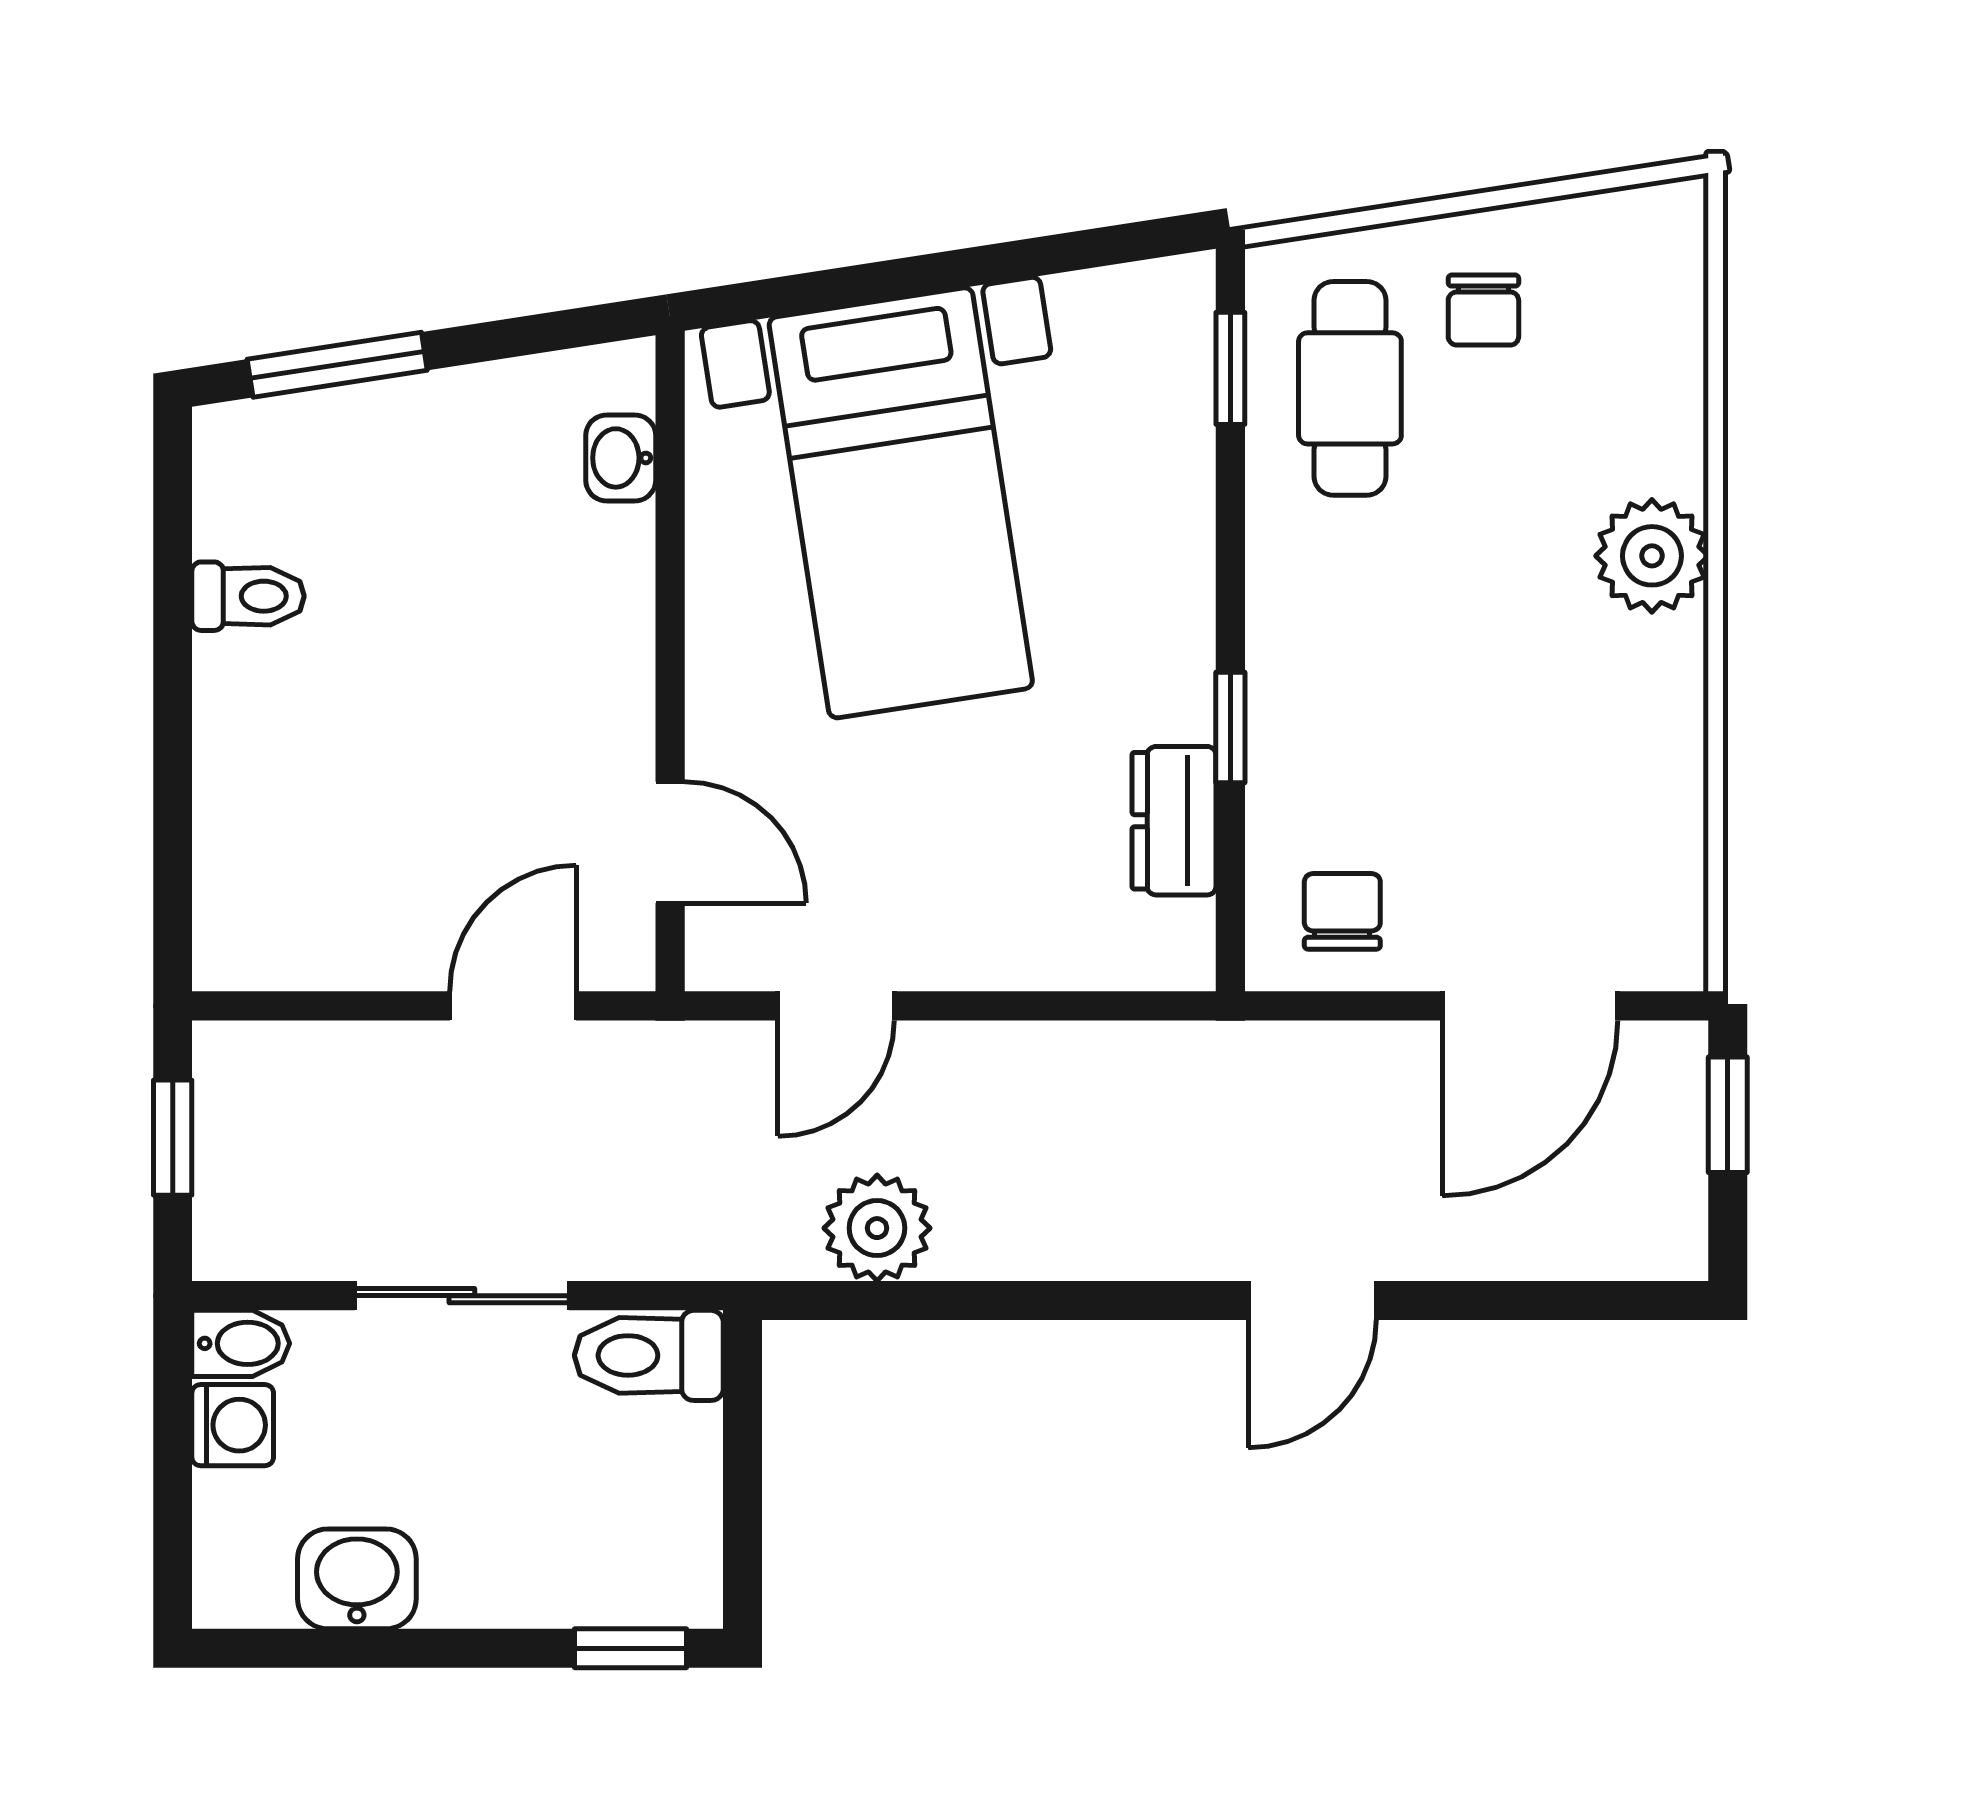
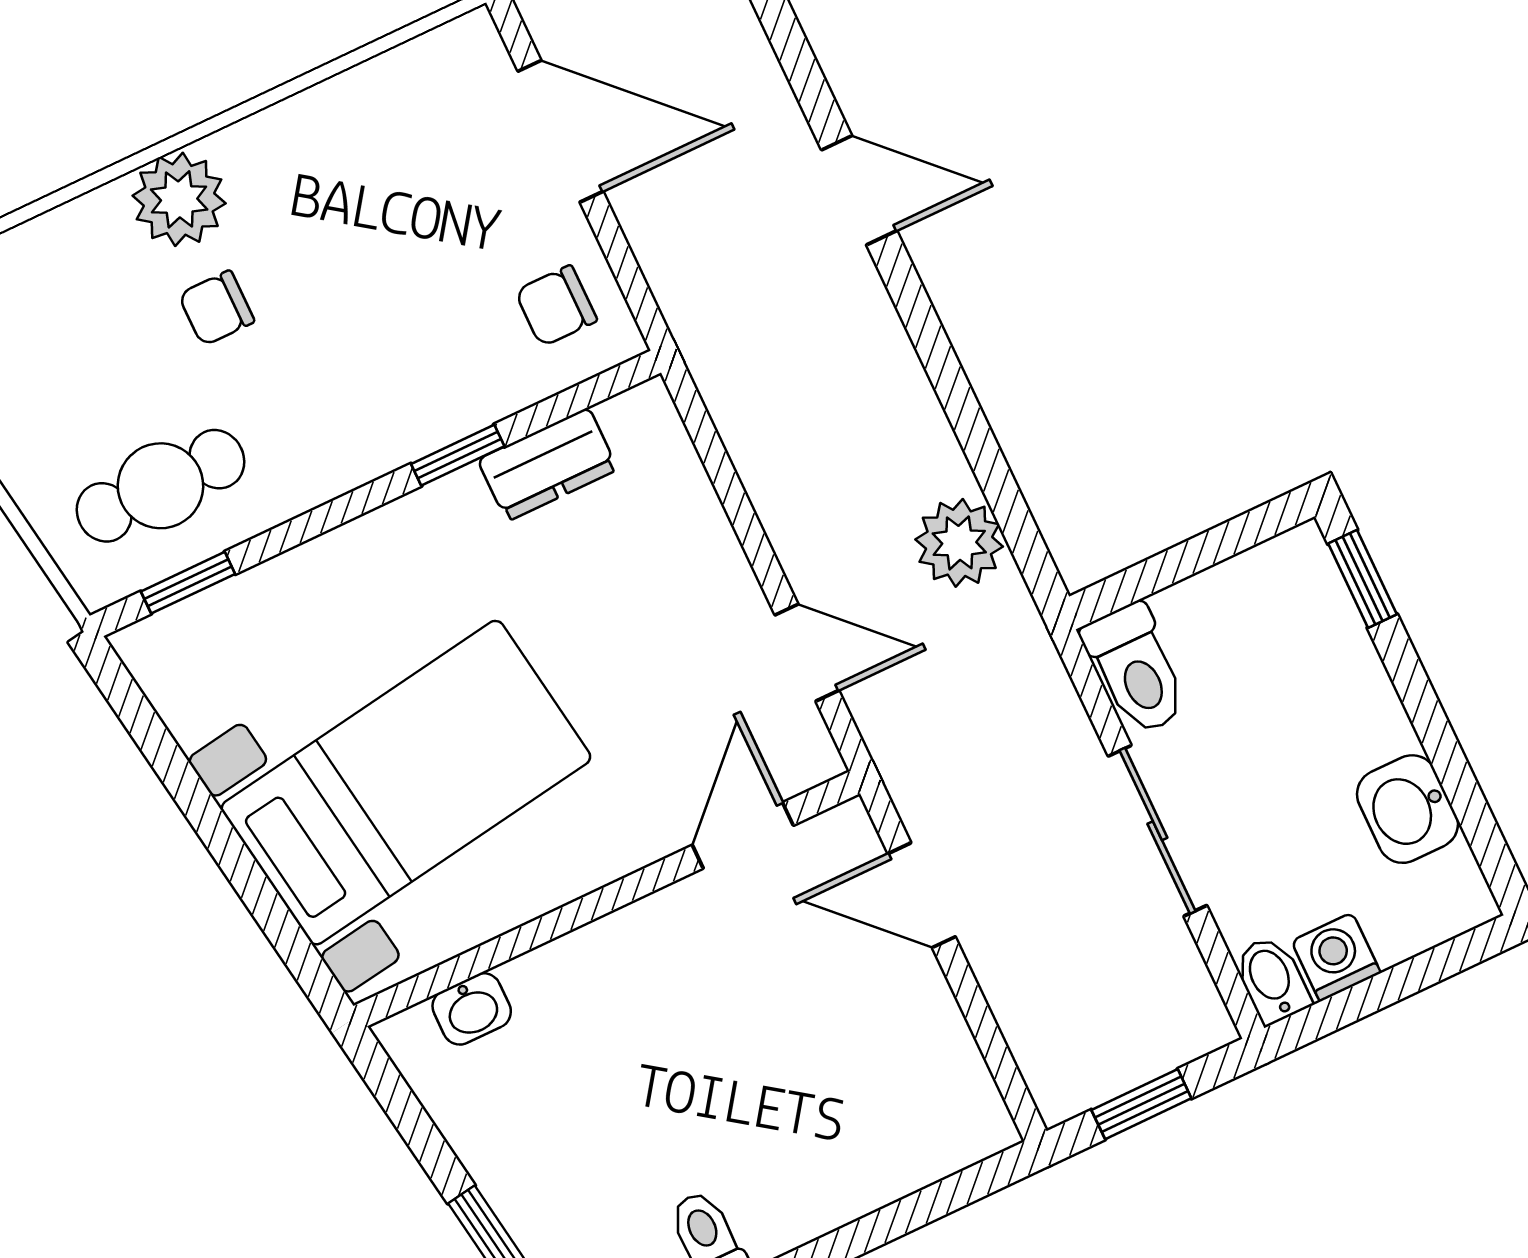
chair: (1483, 310) -> (216, 308), moved, turned 180

